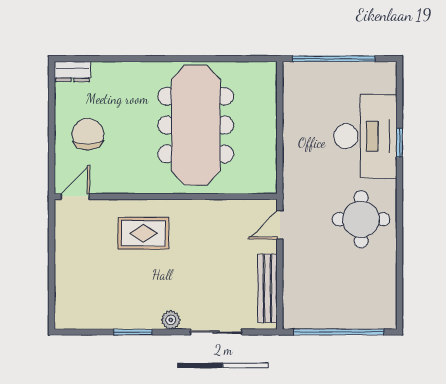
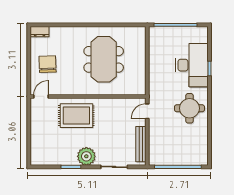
meeting table: (196, 125) -> (104, 59), width x0.73
rug: (143, 233) -> (76, 116), width x1.36, depth x1.43
plant: (171, 320) -> (86, 156), width x1.88, depth x1.88

